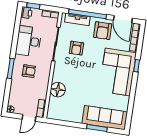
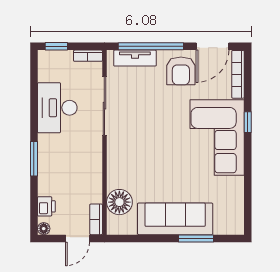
printer: (26, 13) -> (46, 206), moved
door: (123, 19) -> (212, 46), hinge flipped
armchair: (76, 48) -> (141, 107), removed
armchair: (29, 71) -> (65, 159), removed
floor lamp: (58, 90) -> (119, 202), moved
sofa: (105, 118) -> (175, 219), moved

